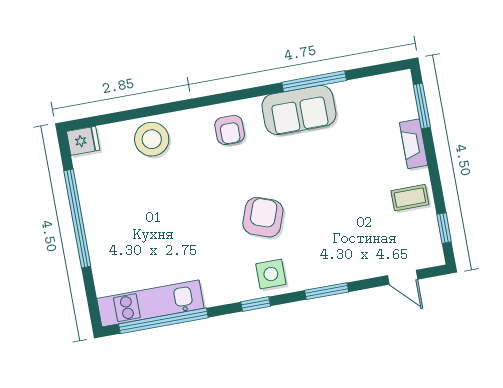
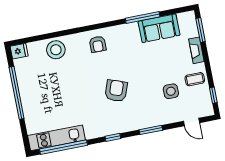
sofa: (299, 110) -> (159, 28), moved
side table: (271, 274) -> (171, 91), moved

